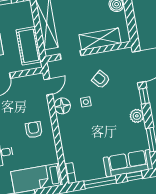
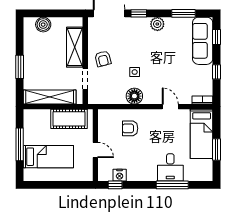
armchair: (101, 79) -> (103, 59), moved, turned -63
door: (48, 87) -> (170, 107), moved
armchair: (34, 130) -> (130, 128), moved
window: (100, 182) -> (216, 72), width x0.46

